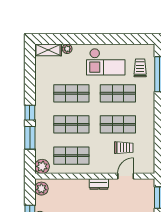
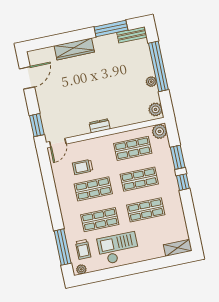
plant: (67, 49) -> (81, 269), moved
door: (126, 176) -> (58, 143), moved

